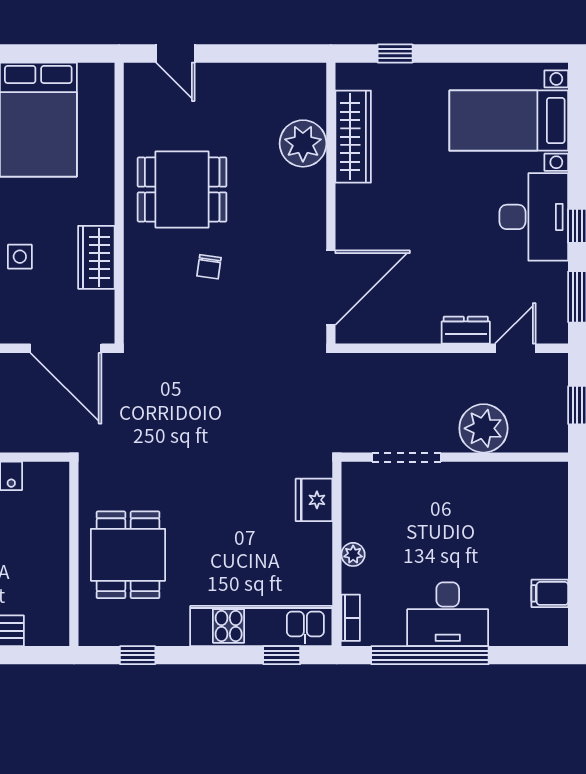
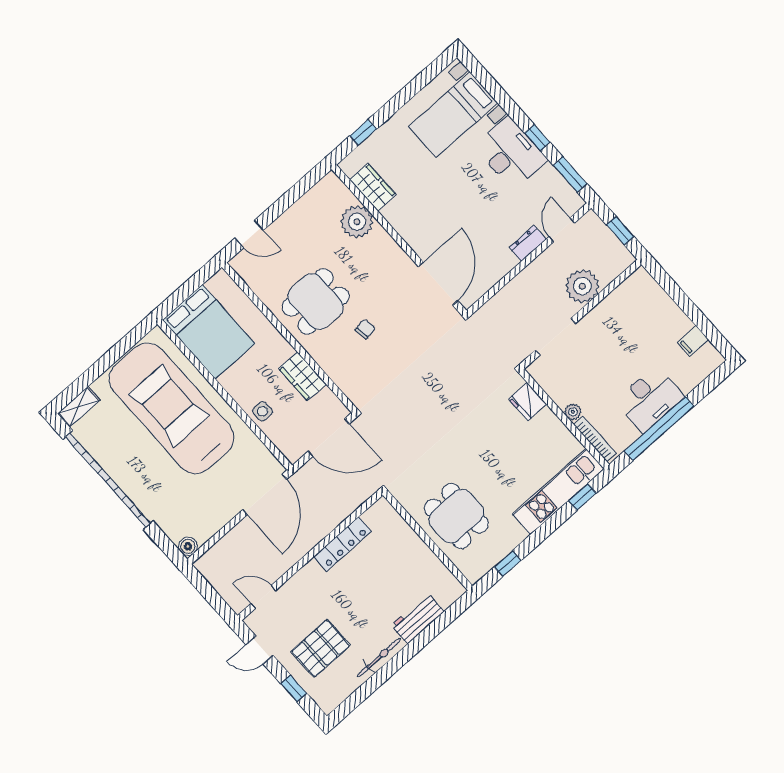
wardrobe: (353, 137) -> (373, 187), width x0.67
chair: (209, 267) -> (365, 329), turned -106
bookcase: (351, 618) -> (595, 439), width x1.56

